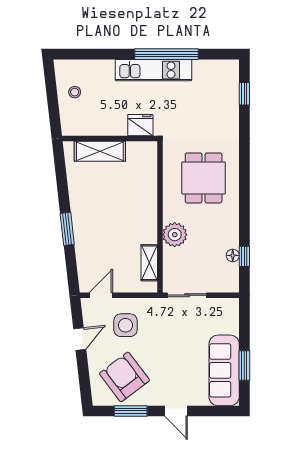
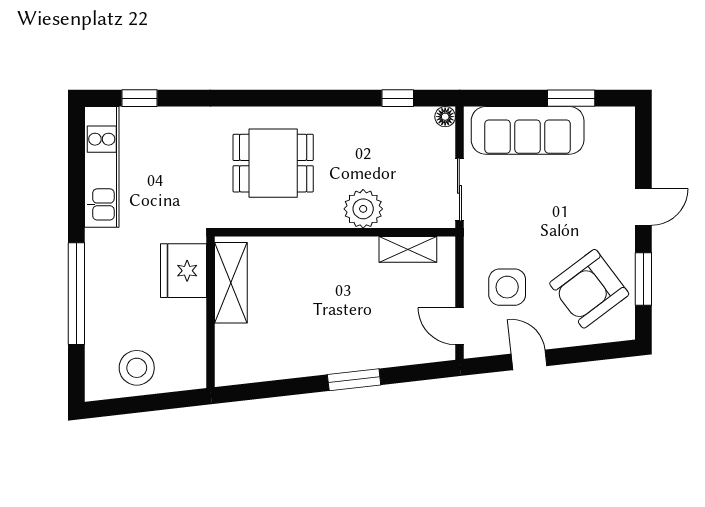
window: (167, 54) -> (76, 294), moved
kitchen unit: (153, 70) -> (102, 167), moved
stool: (75, 92) -> (137, 368), width x1.89, depth x1.89
fridge: (140, 125) -> (184, 271), width x1.36, depth x1.34
shelving: (100, 151) -> (231, 283), moved
floor lamp: (233, 255) -> (445, 117), moved
sofa: (224, 370) -> (528, 130), moved

